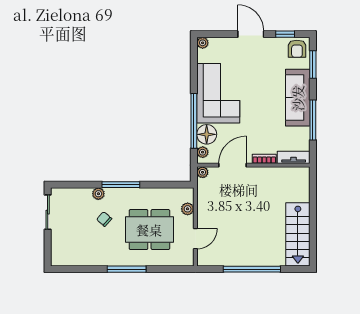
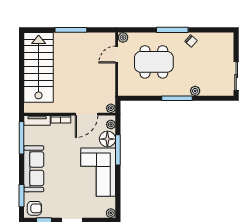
armchair: (297, 49) -> (34, 208), turned 90
window: (313, 120) -> (21, 138), moved
window: (194, 121) -> (118, 150), width x0.68
plant: (188, 209) -> (123, 37), moved
chair: (104, 219) -> (191, 41), moved
stairs: (298, 234) -> (39, 67), width x1.36, depth x1.51
window: (252, 269) -> (71, 30), width x0.68

